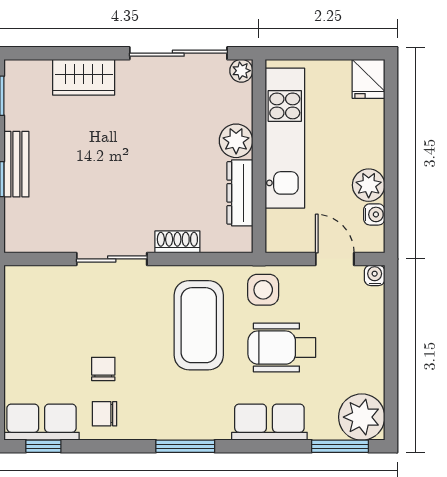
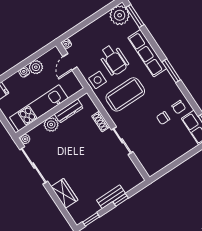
water cooler: (374, 214) -> (24, 72), moved
row of seats: (269, 422) -> (147, 53), width x1.48

